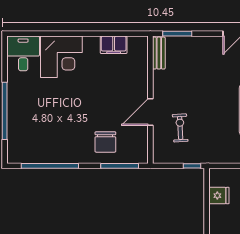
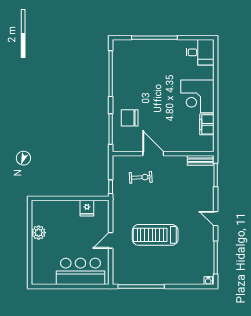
corner desk: (61, 57) -> (197, 96), moved

